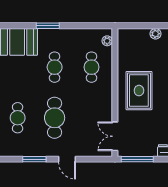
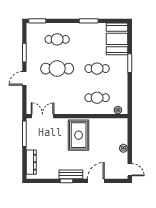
rug: (139, 91) -> (79, 135), turned 90

